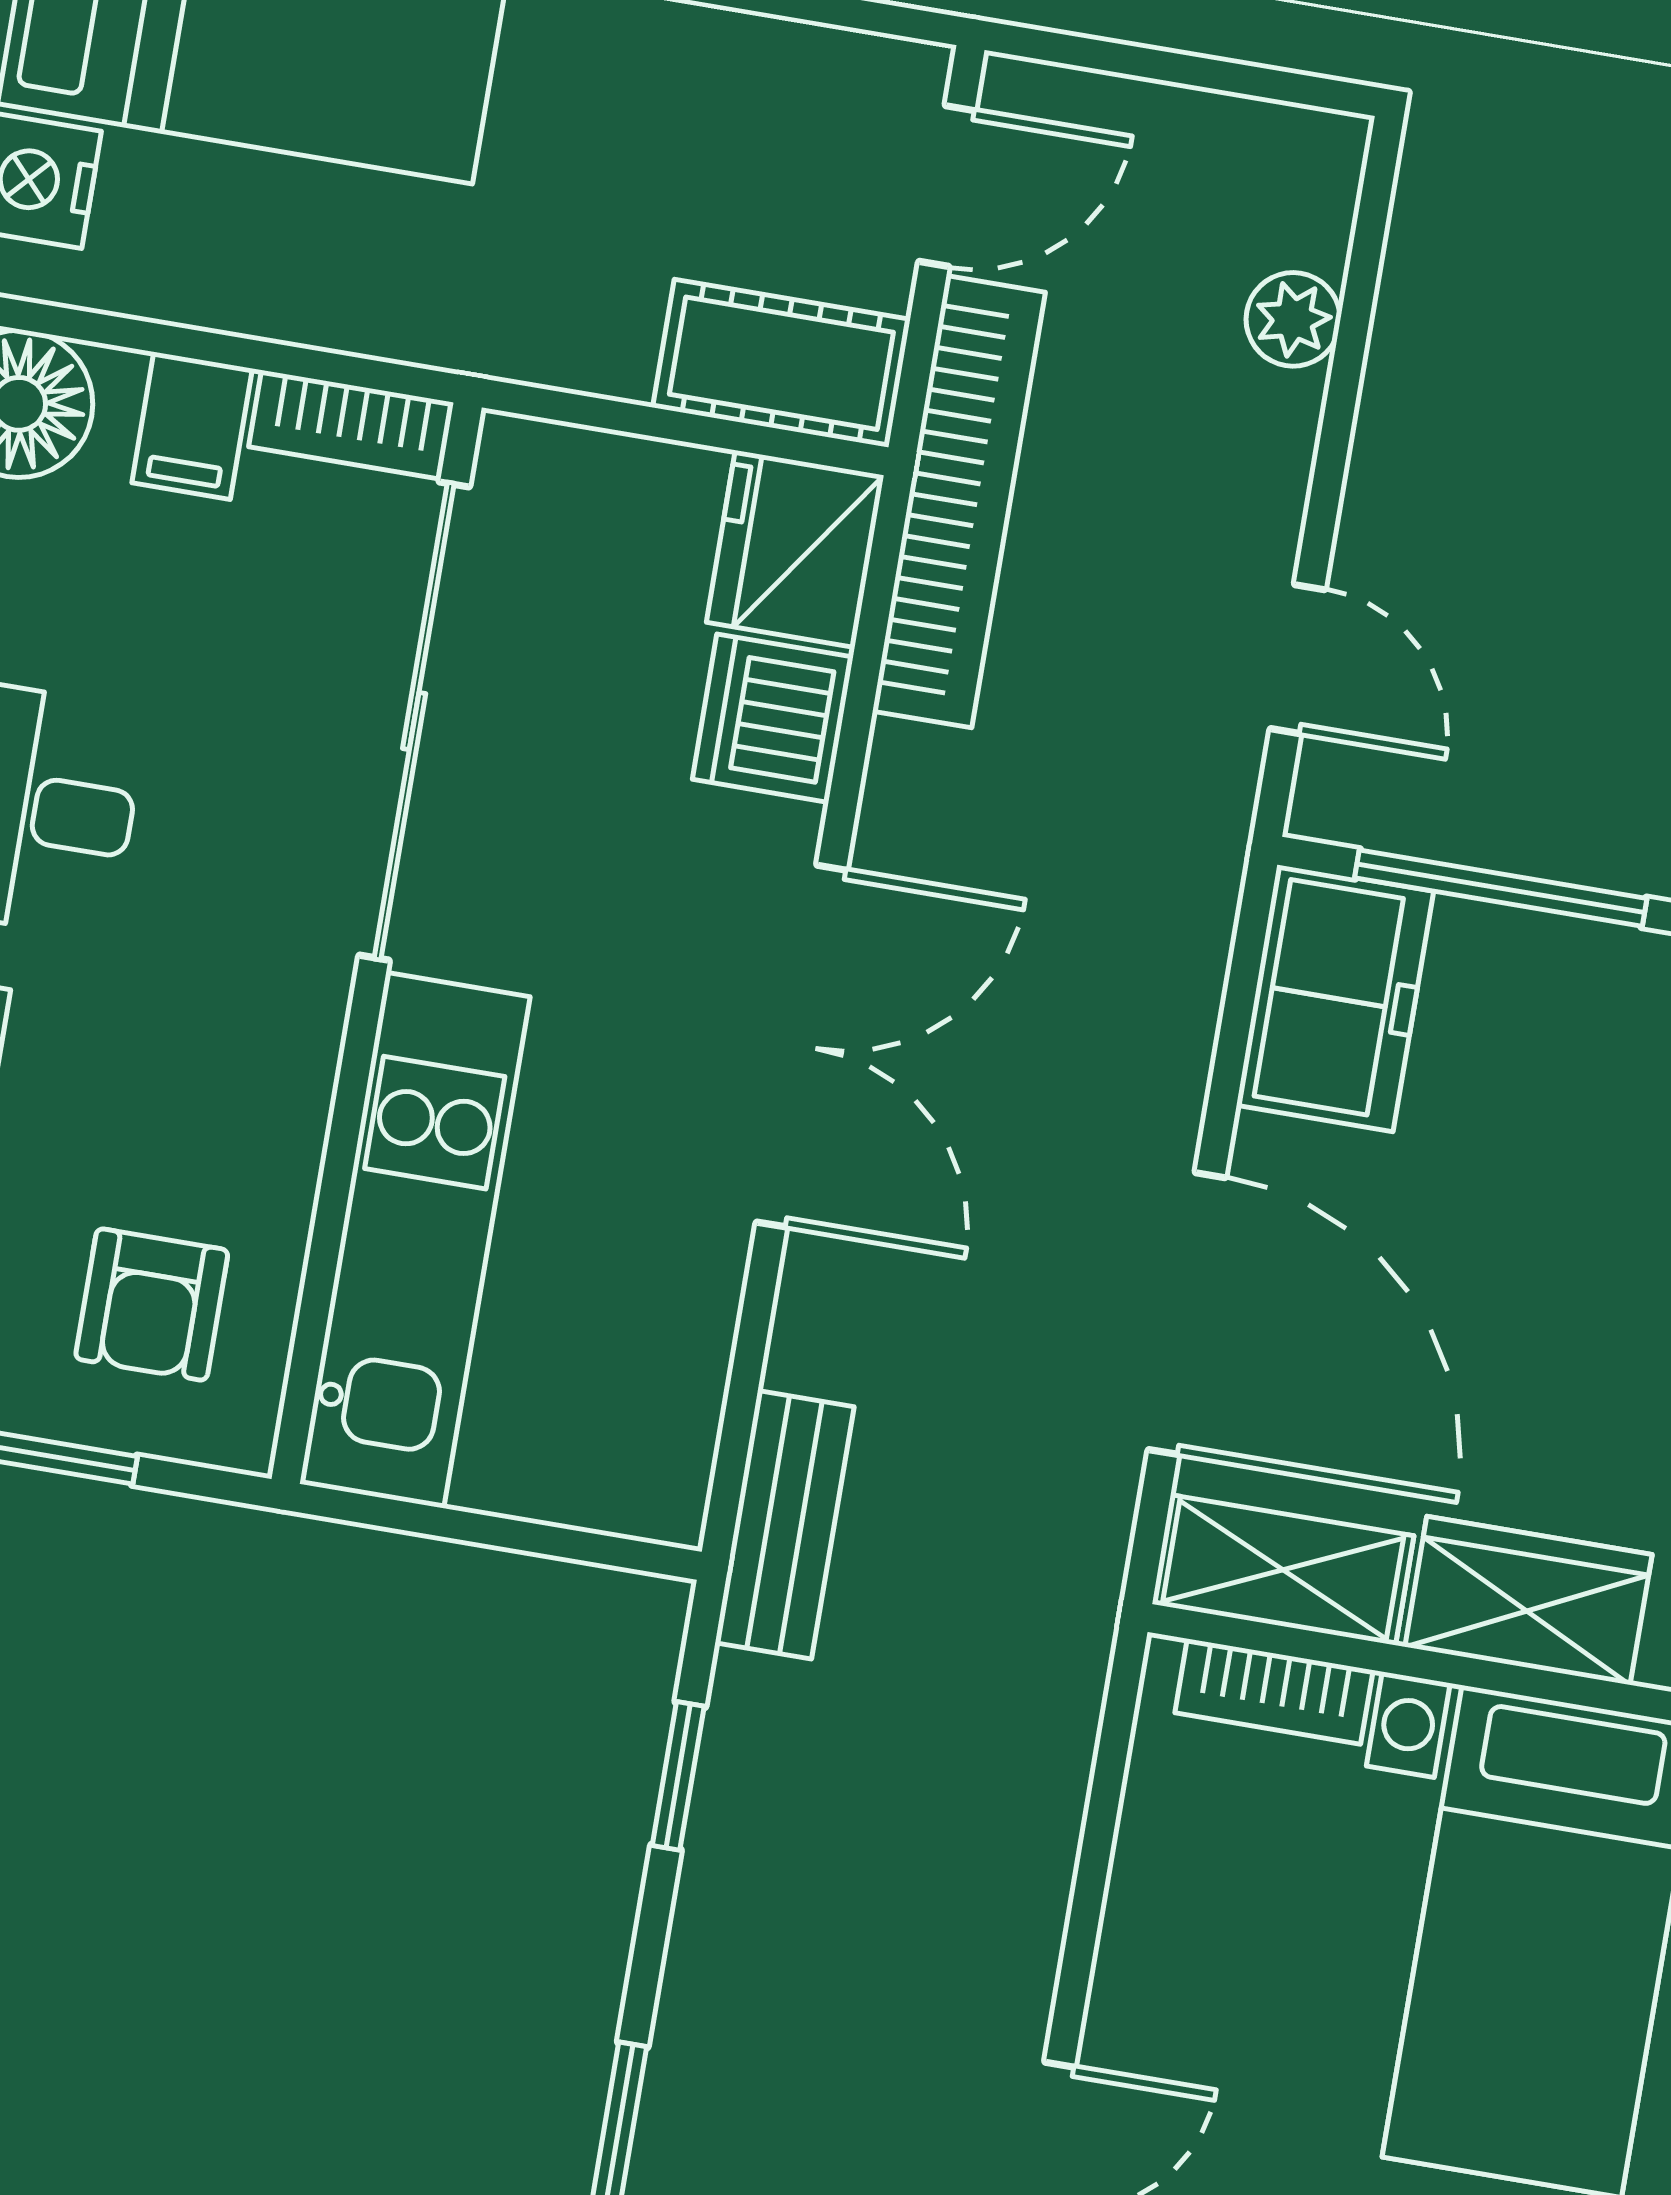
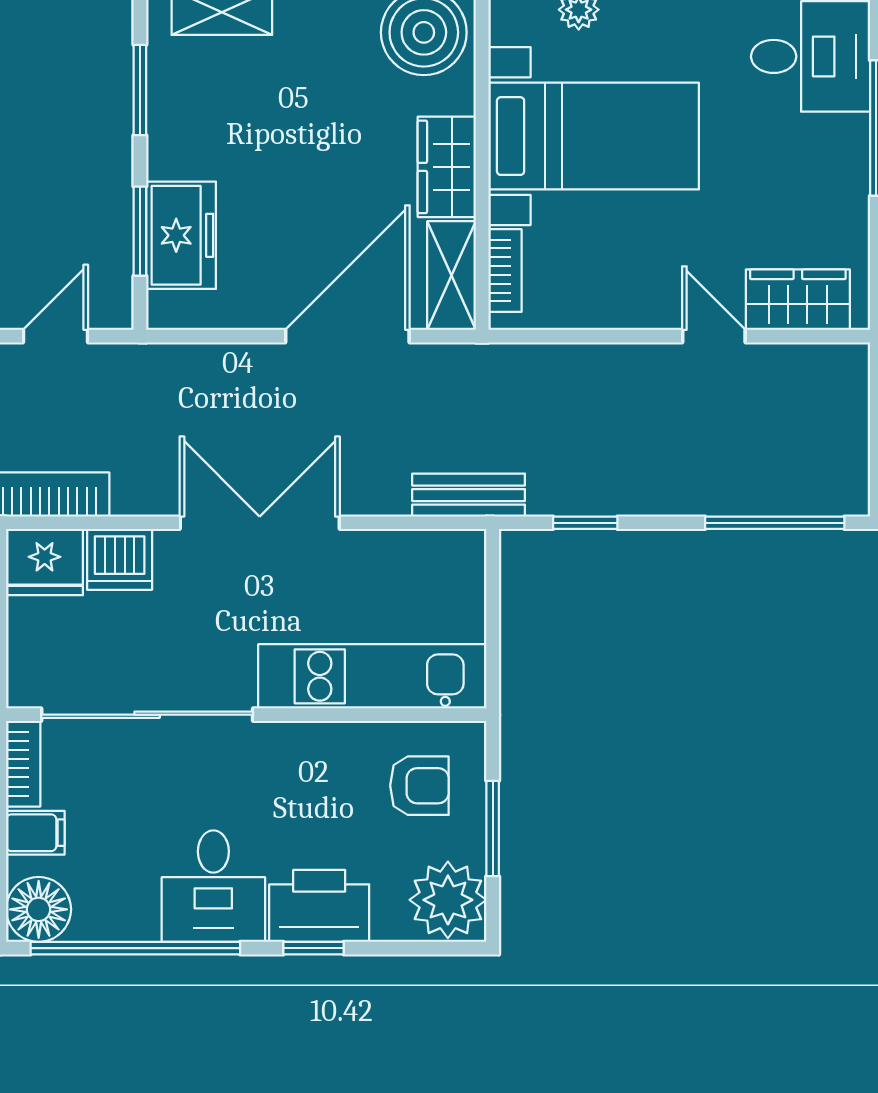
window: (1501, 888) -> (140, 231), width x0.69
freezer: (1335, 998) -> (181, 235), moved, turned 90

